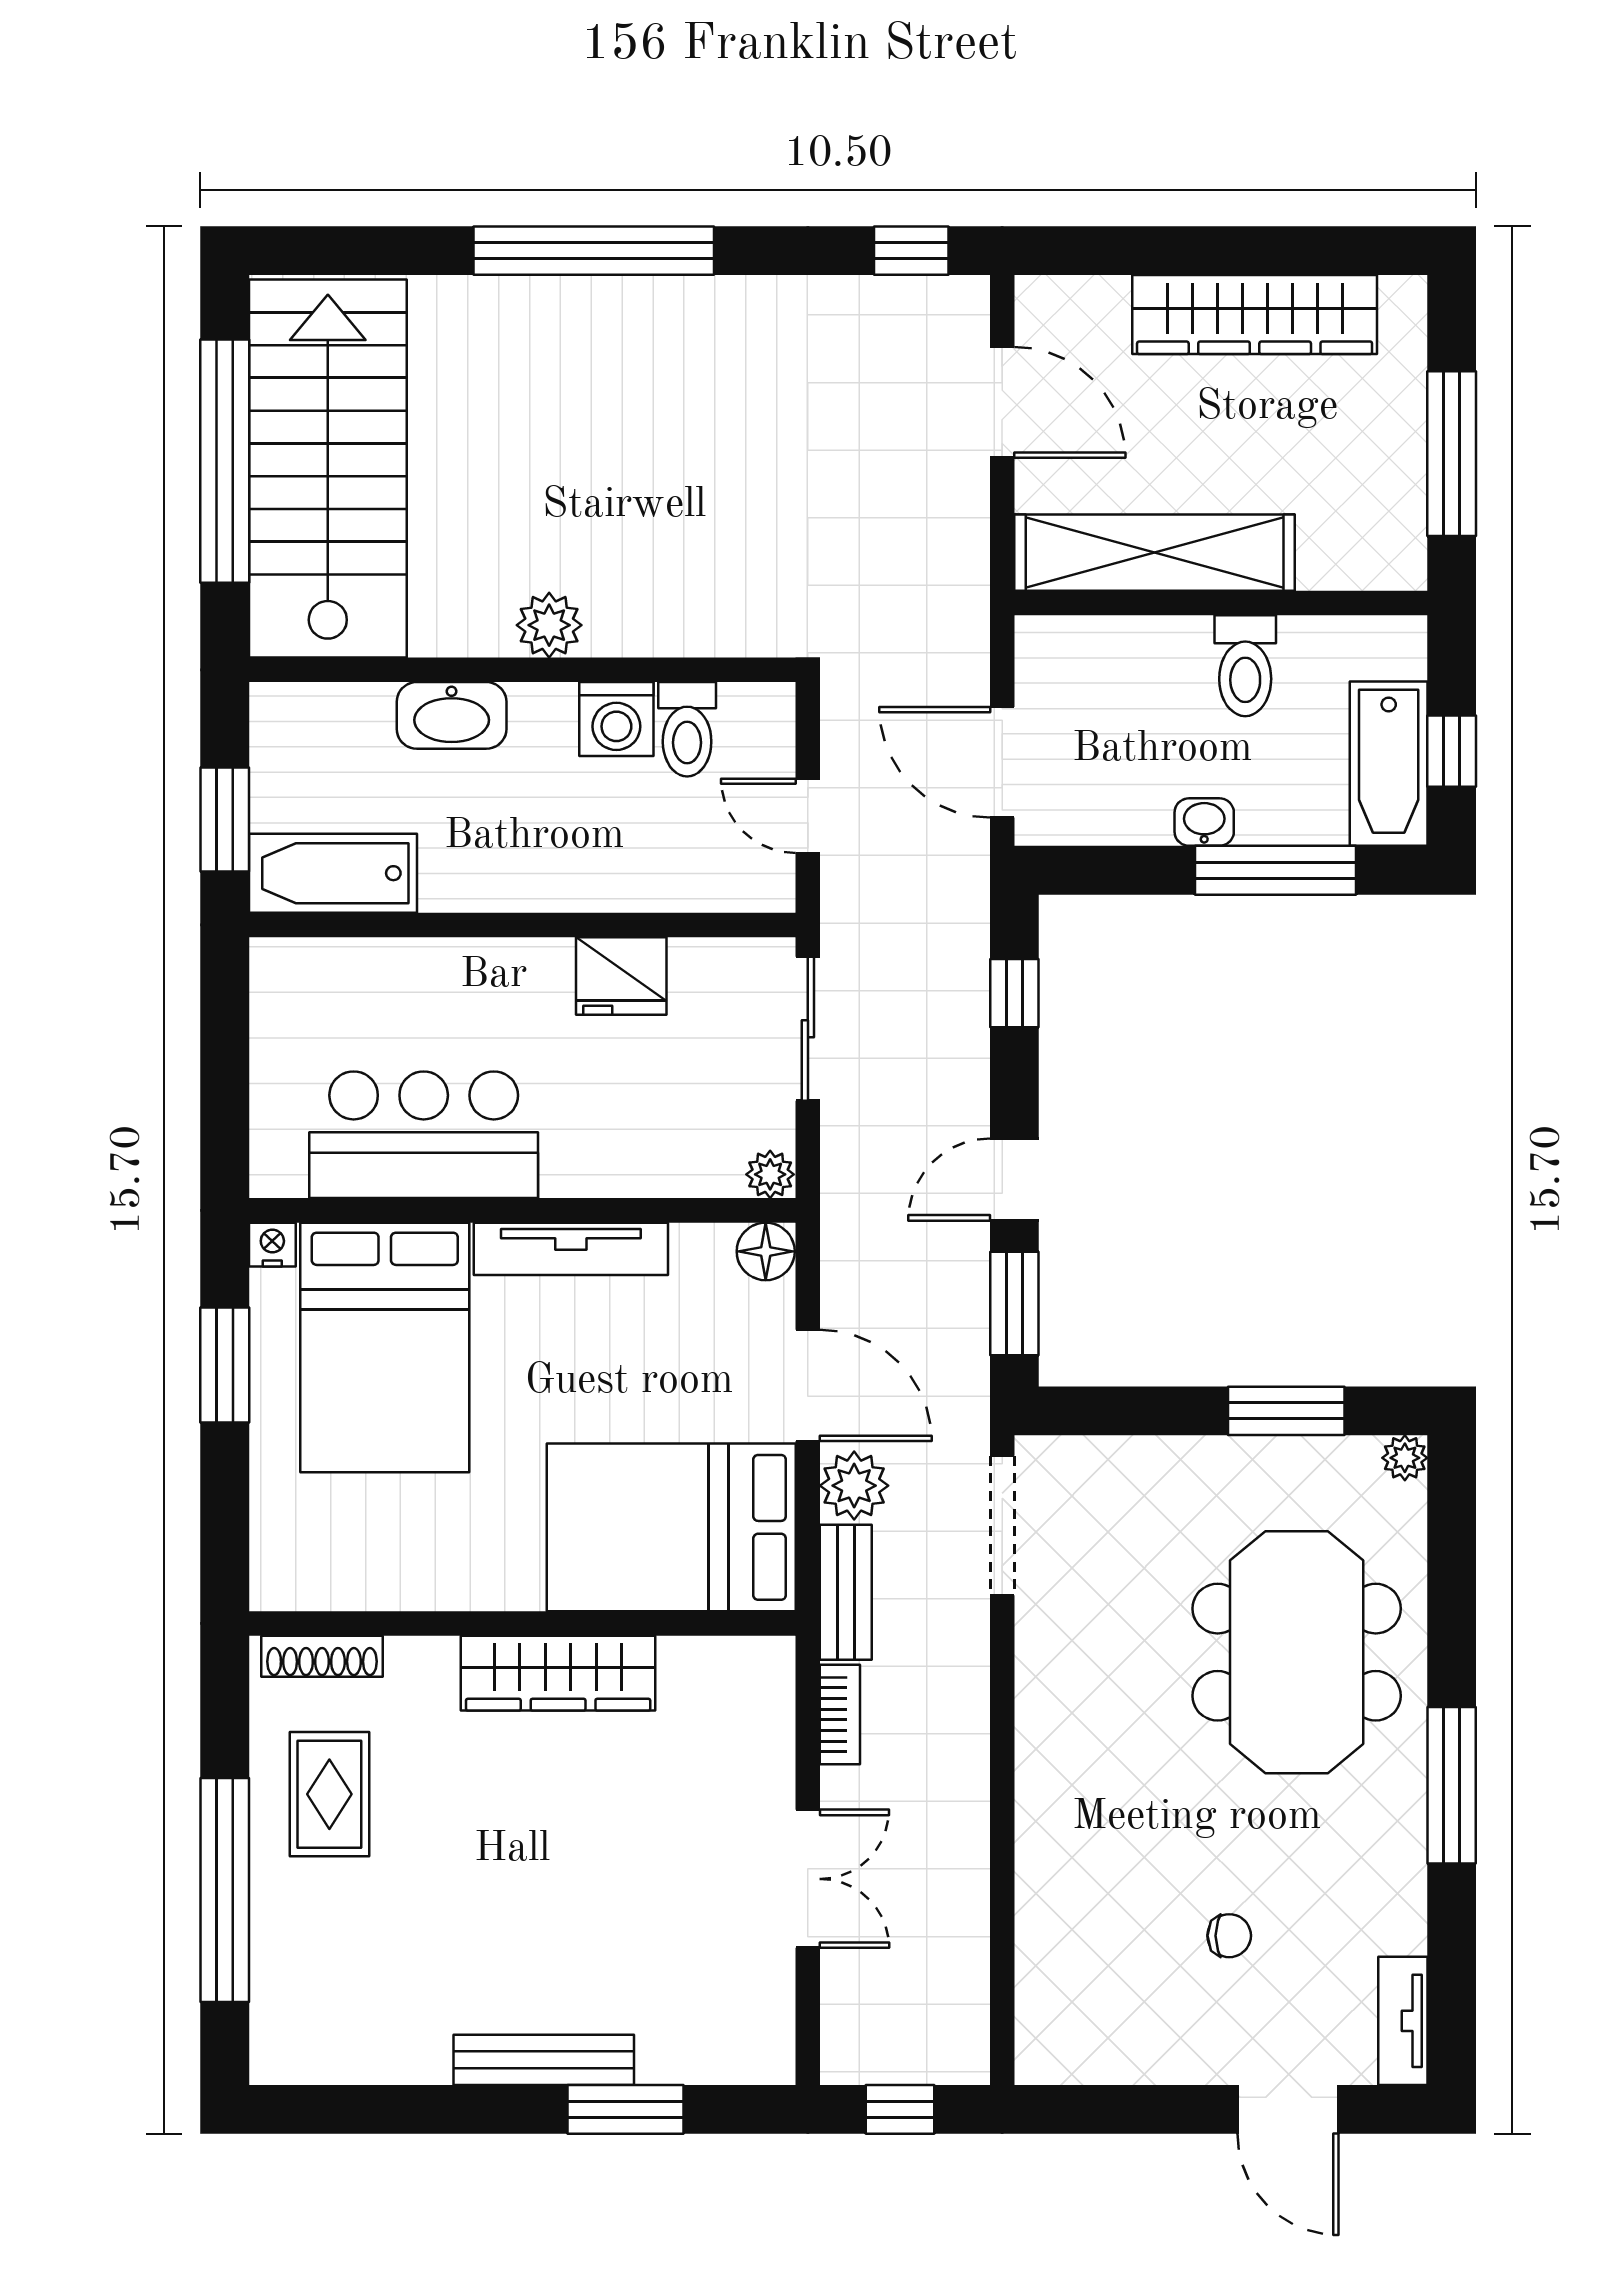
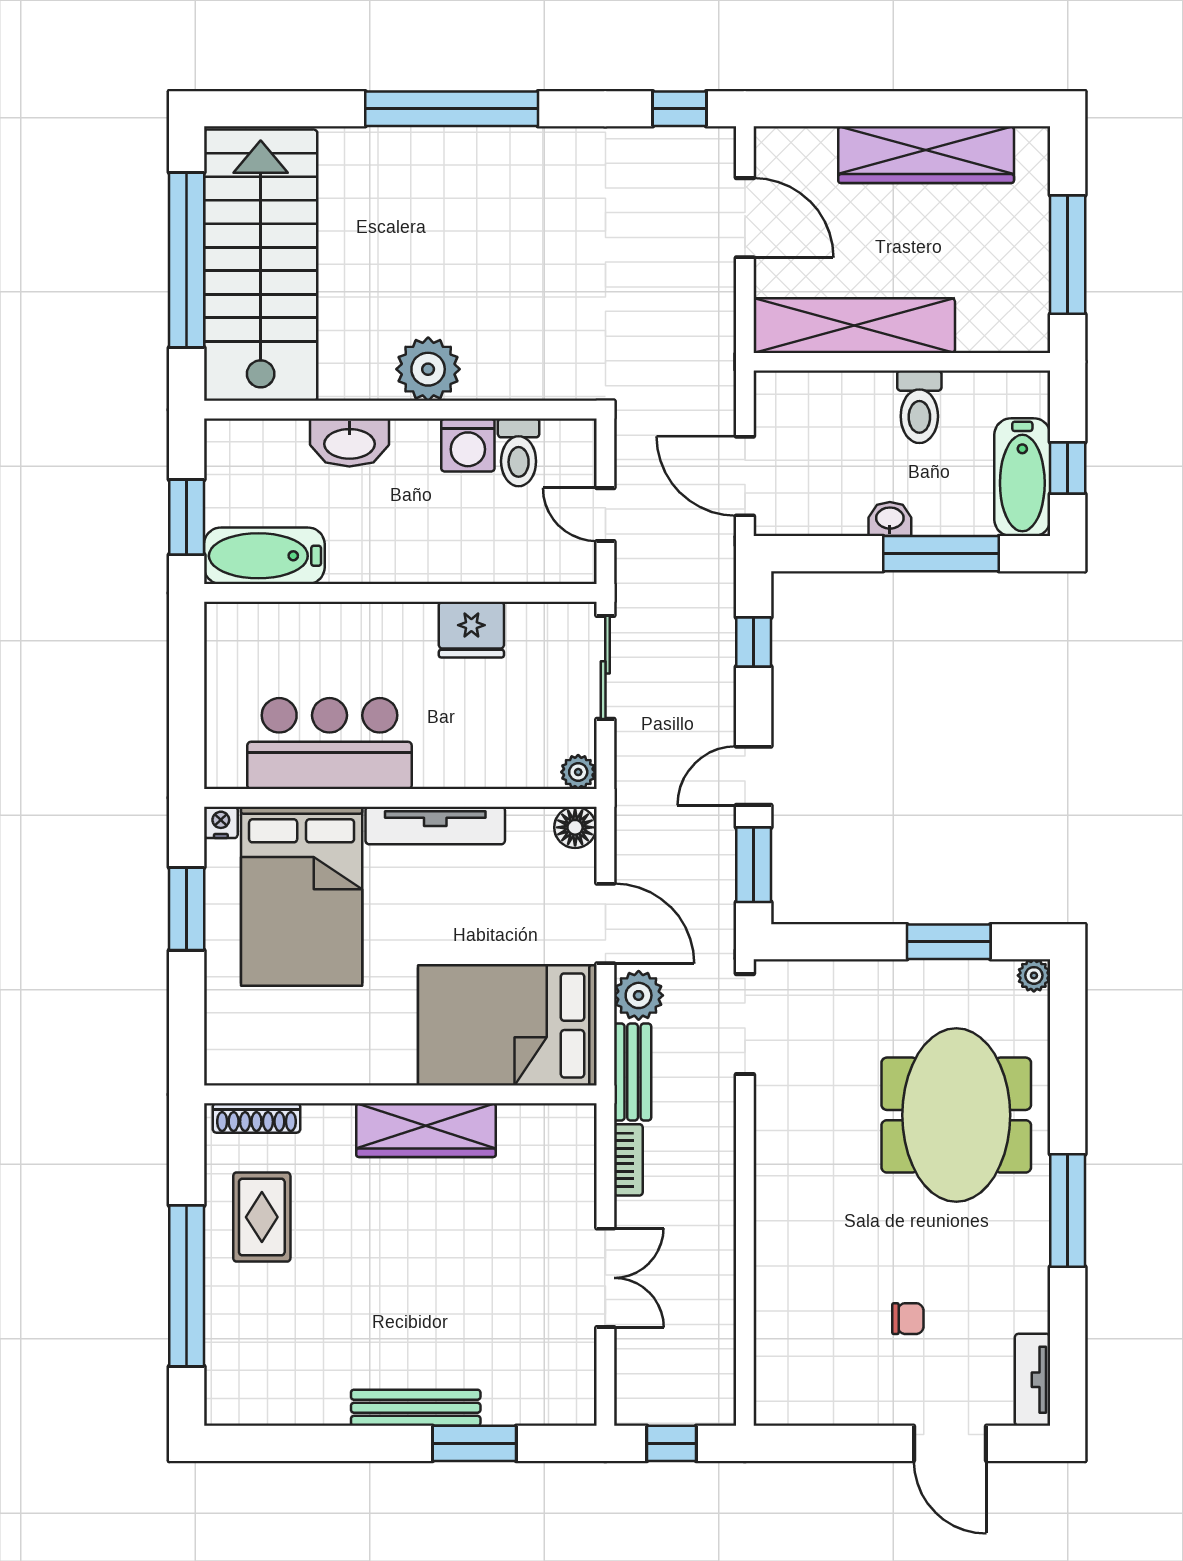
plant: (549, 625) -> (428, 369), width x1.36, depth x1.36

